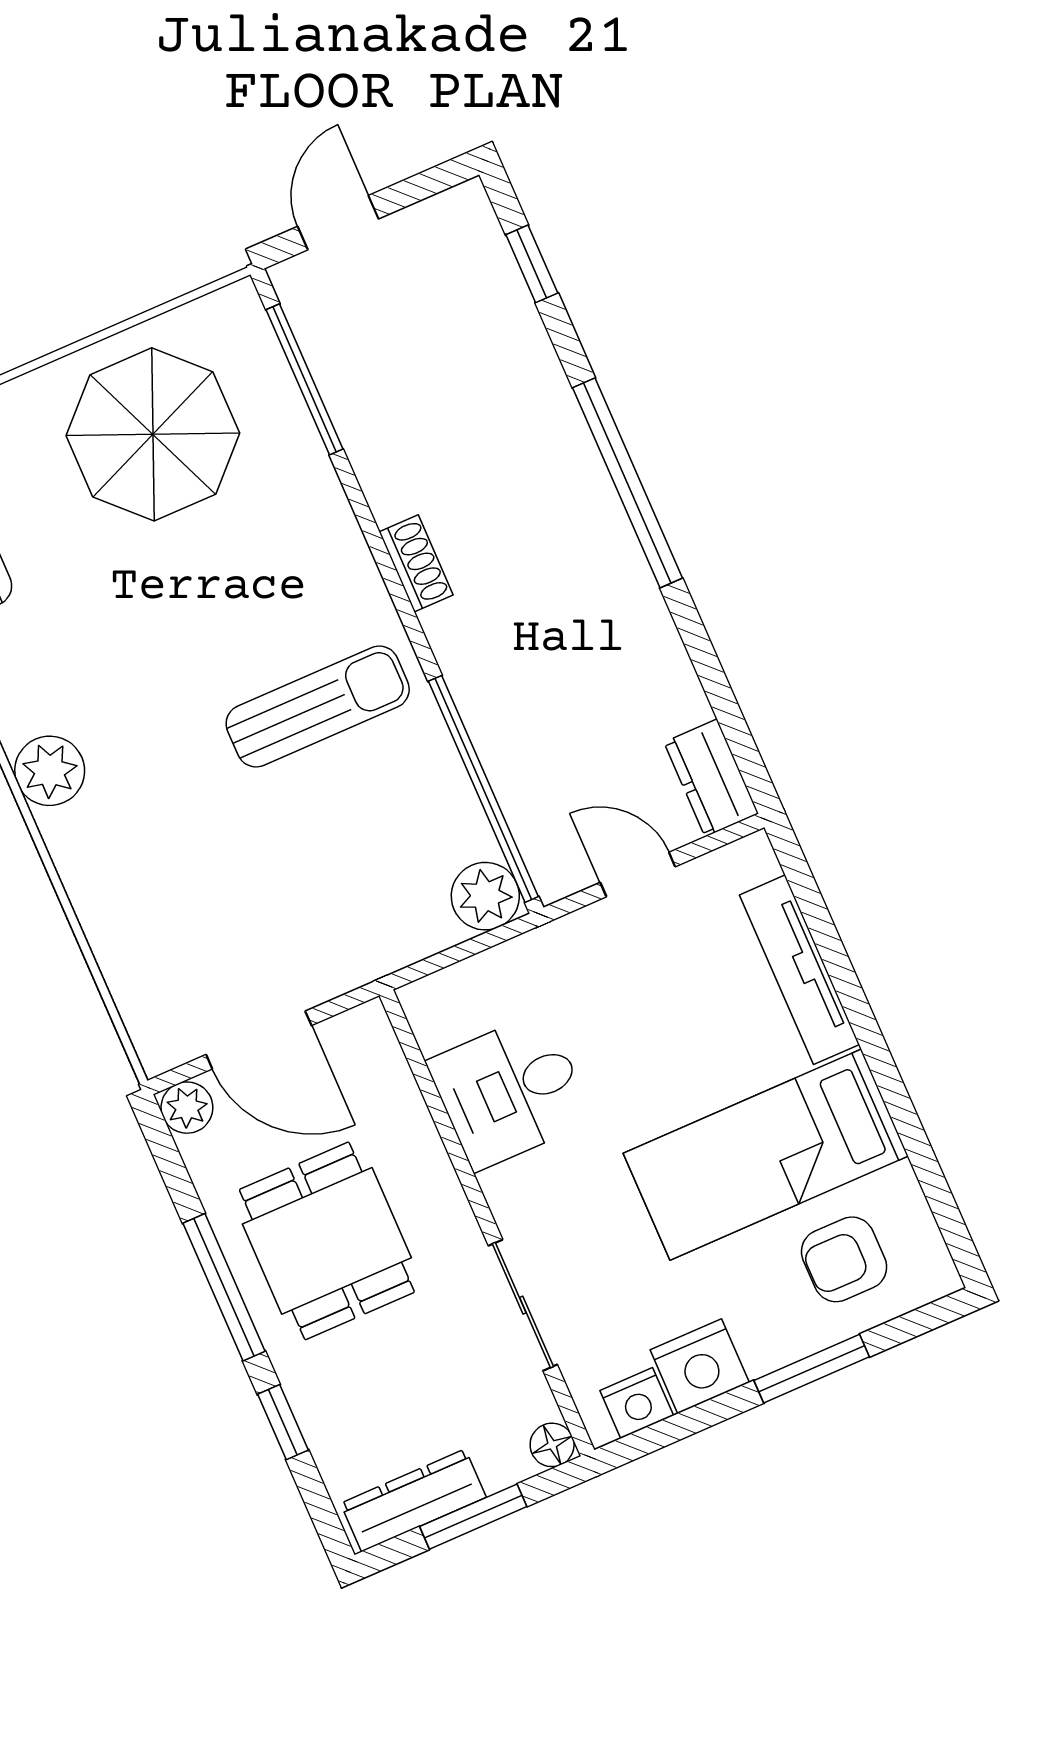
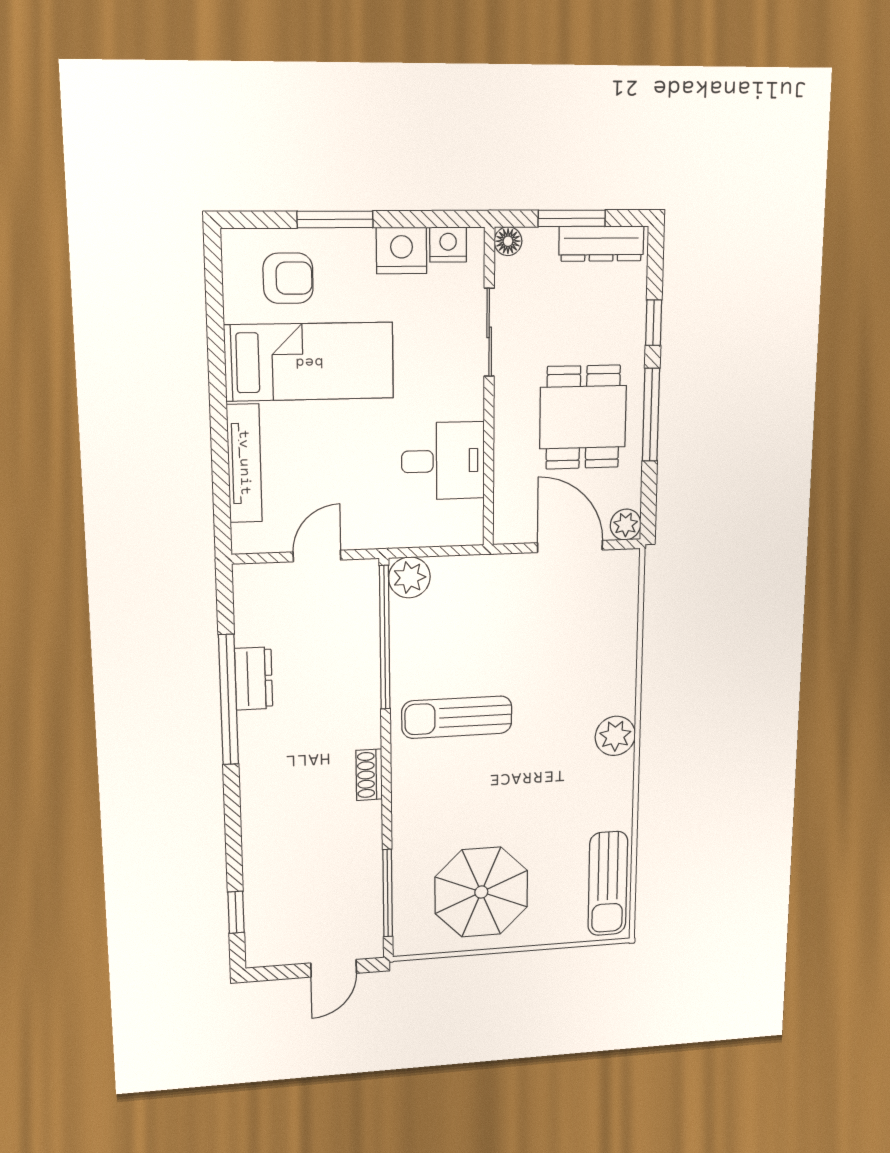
window: (627, 483) -> (228, 700), moved
dresser: (711, 778) -> (254, 679), moved
door: (638, 875) -> (317, 556), swing flipped

